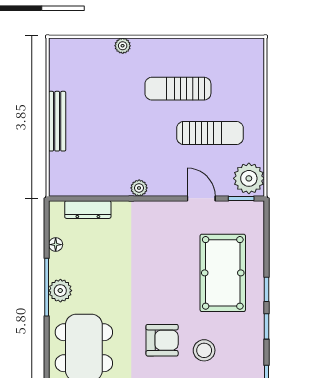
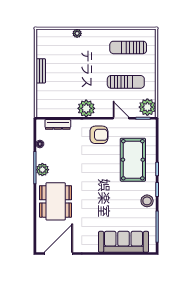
sun lounger: (178, 89) -> (128, 47), moved
bench: (57, 121) -> (41, 71), width x0.73
plant: (139, 188) -> (86, 108), width x1.87, depth x1.87
armchair: (162, 340) -> (99, 135), moved
stool: (204, 350) -> (147, 201), moved

